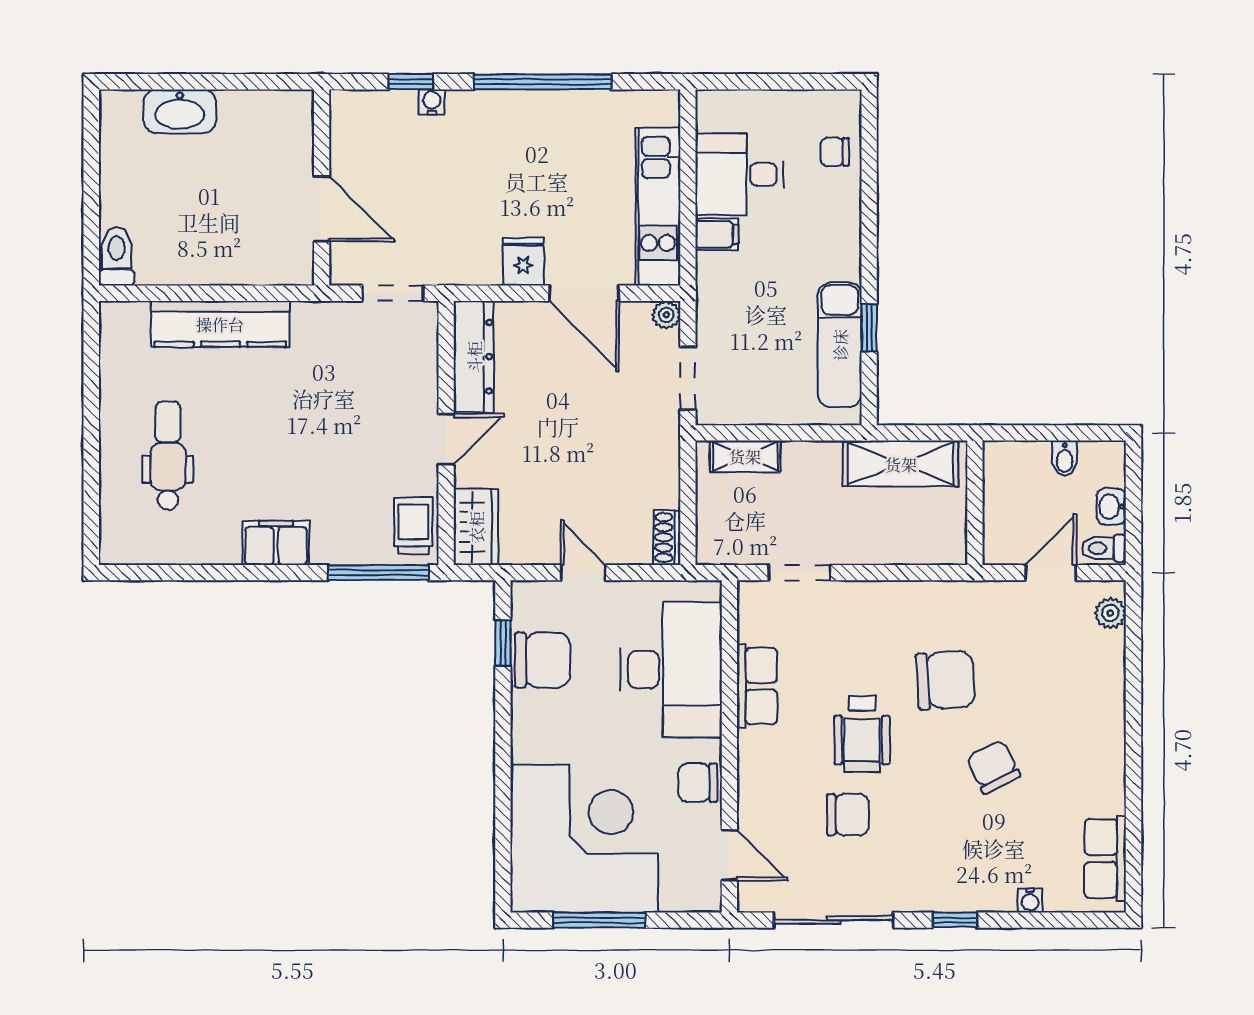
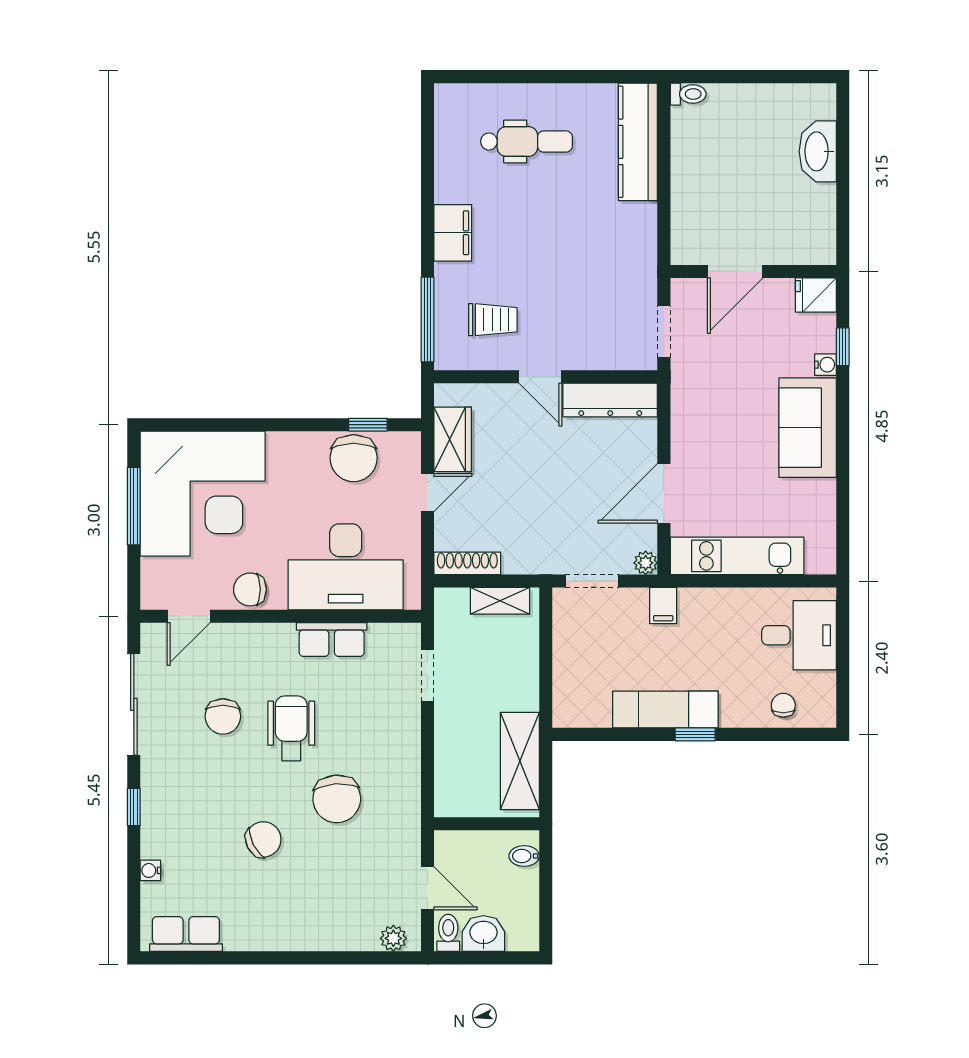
window: (543, 82) -> (843, 458), removed
sofa: (506, 123) -> (808, 428), added
desk: (740, 174) -> (799, 635), moved, turned 90
filing cabinet: (717, 234) -> (663, 606), moved
toilet: (117, 256) -> (688, 94), width x0.73, depth x0.72
fridge: (523, 261) -> (816, 295), moved, turned 180
kitchen counter: (220, 324) -> (638, 142), moved
window: (869, 328) -> (695, 734), moved
exam couch: (840, 345) -> (665, 710), moved
shelving: (745, 456) -> (500, 601), moved, turned 90
bidet: (1065, 458) -> (524, 856), moved
washbasin: (1111, 507) -> (483, 933), width x1.38, depth x1.45
trolley: (414, 526) -> (493, 320), moved
wardrobe: (476, 527) -> (453, 439), moved, turned -90
shoe rack: (667, 537) -> (467, 563), width x1.43
wheelchair: (862, 734) -> (291, 728), turned 90
chair: (698, 783) -> (250, 589), turned -90

